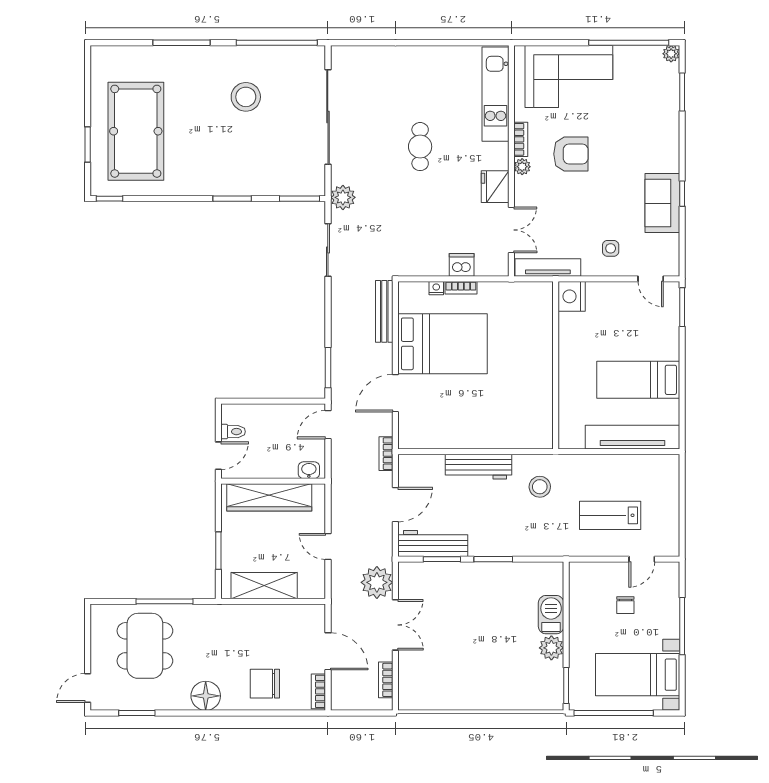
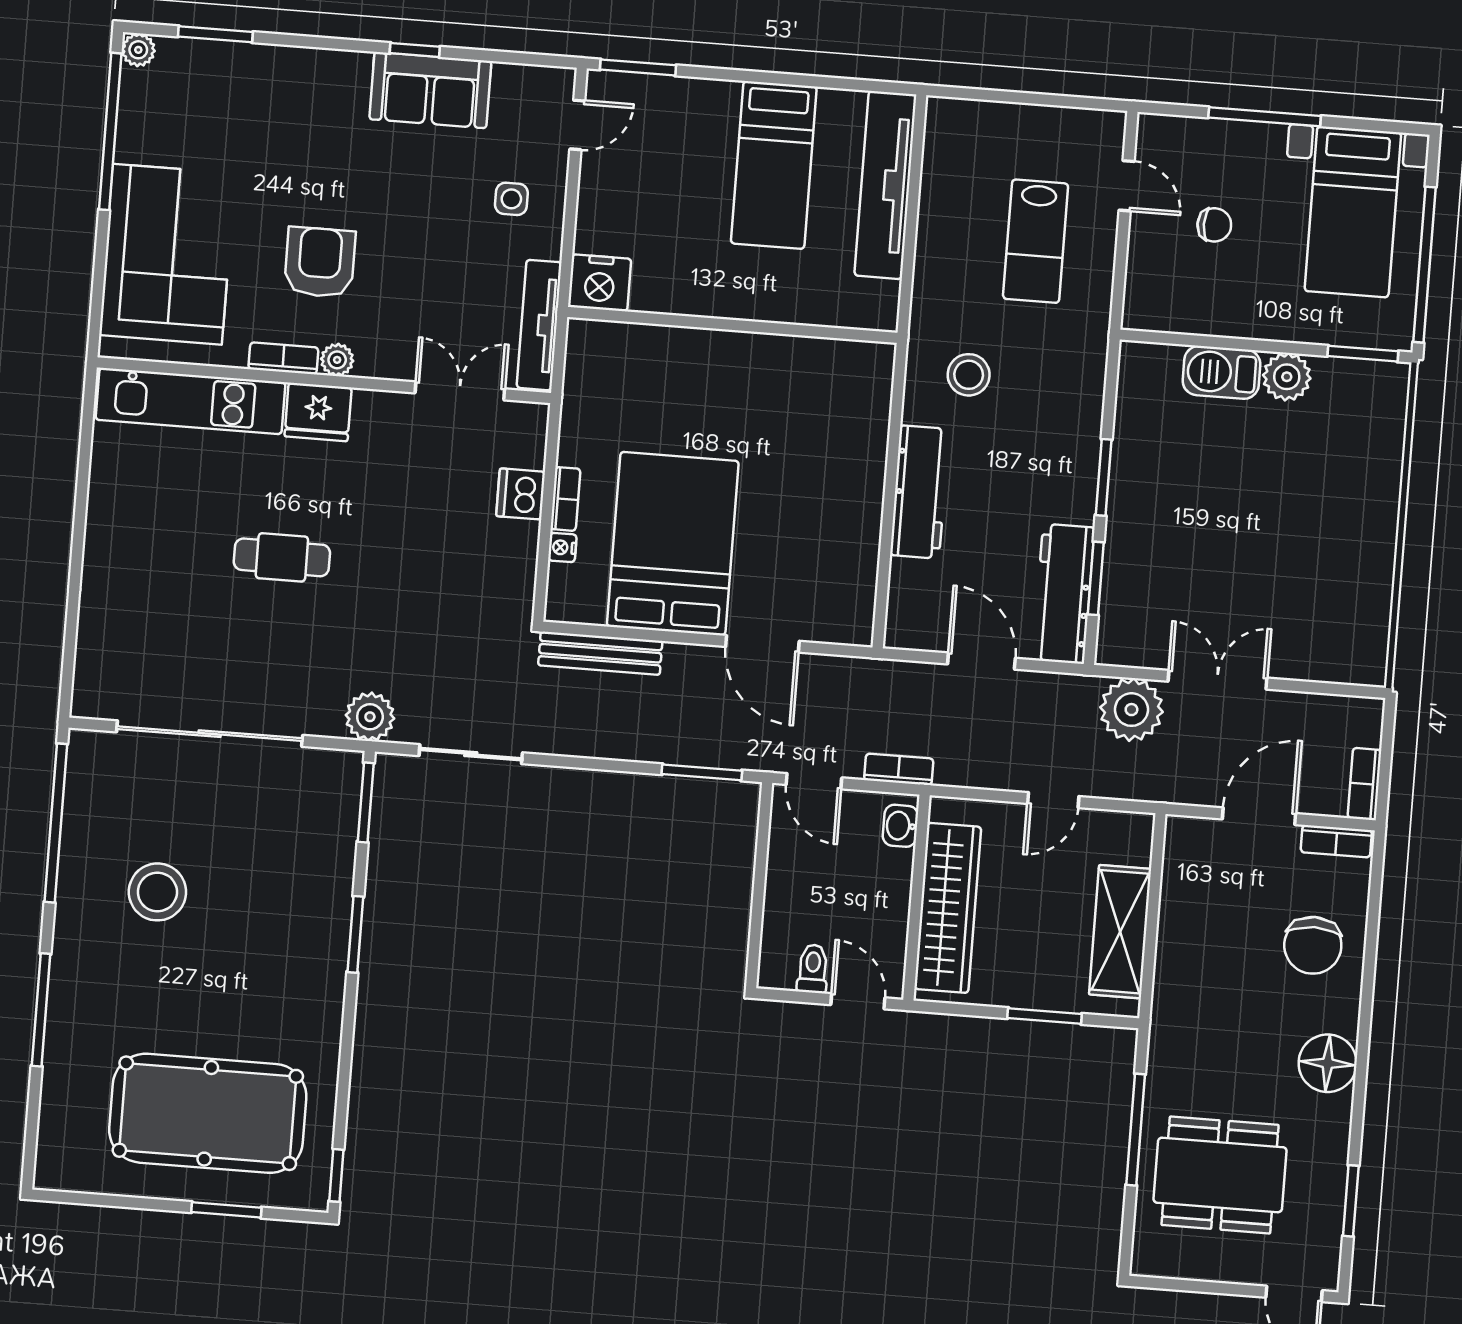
fridge: (495, 187) -> (318, 412), moved
bookcase: (386, 454) -> (899, 769), moved, turned 180
bookcase: (386, 680) -> (1364, 784), moved, turned 90

